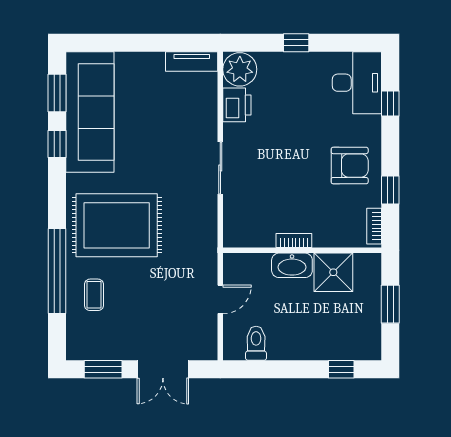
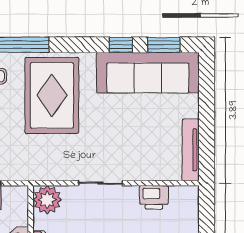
tv unit: (192, 62) -> (191, 150), width x1.41
plant: (240, 69) -> (47, 200), moved

